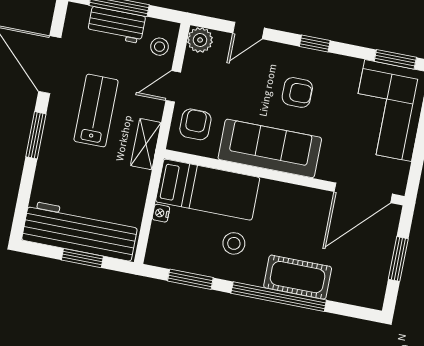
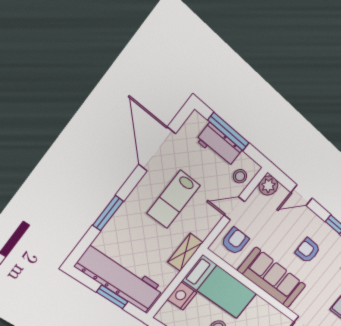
armchair: (297, 92) -> (308, 250), turned 180
lab bench: (96, 111) -> (174, 199), turned 180
window: (36, 135) -> (108, 213), moved
shelving: (146, 144) -> (185, 252), moved
nightstand: (161, 213) -> (182, 296), width x1.89, depth x1.79

